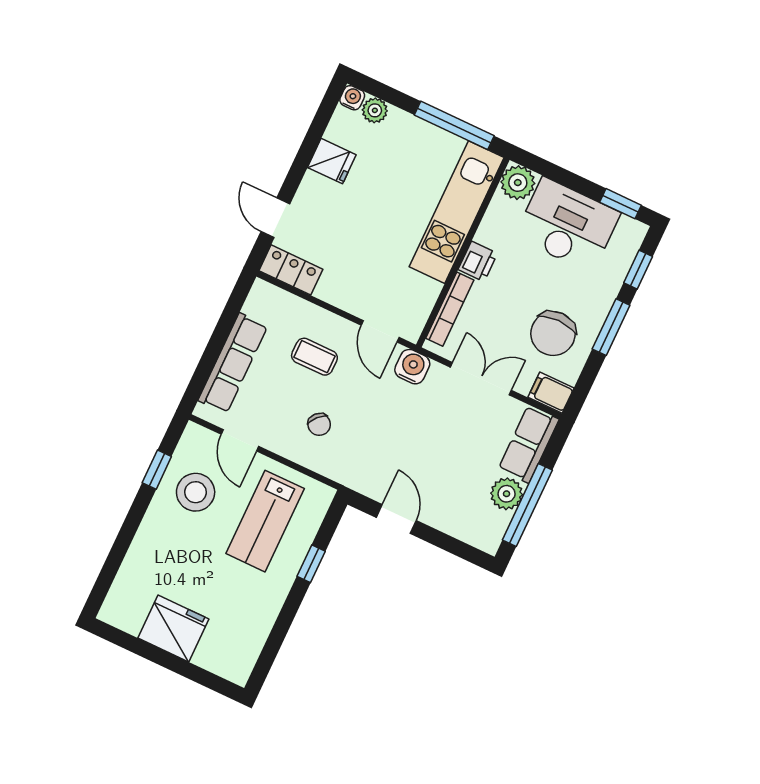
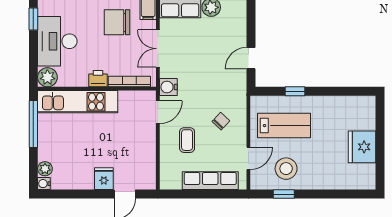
fridge: (332, 161) -> (104, 179), moved
locker: (291, 270) -> (148, 173), removed
chair: (553, 333) -> (117, 22), turned 180

